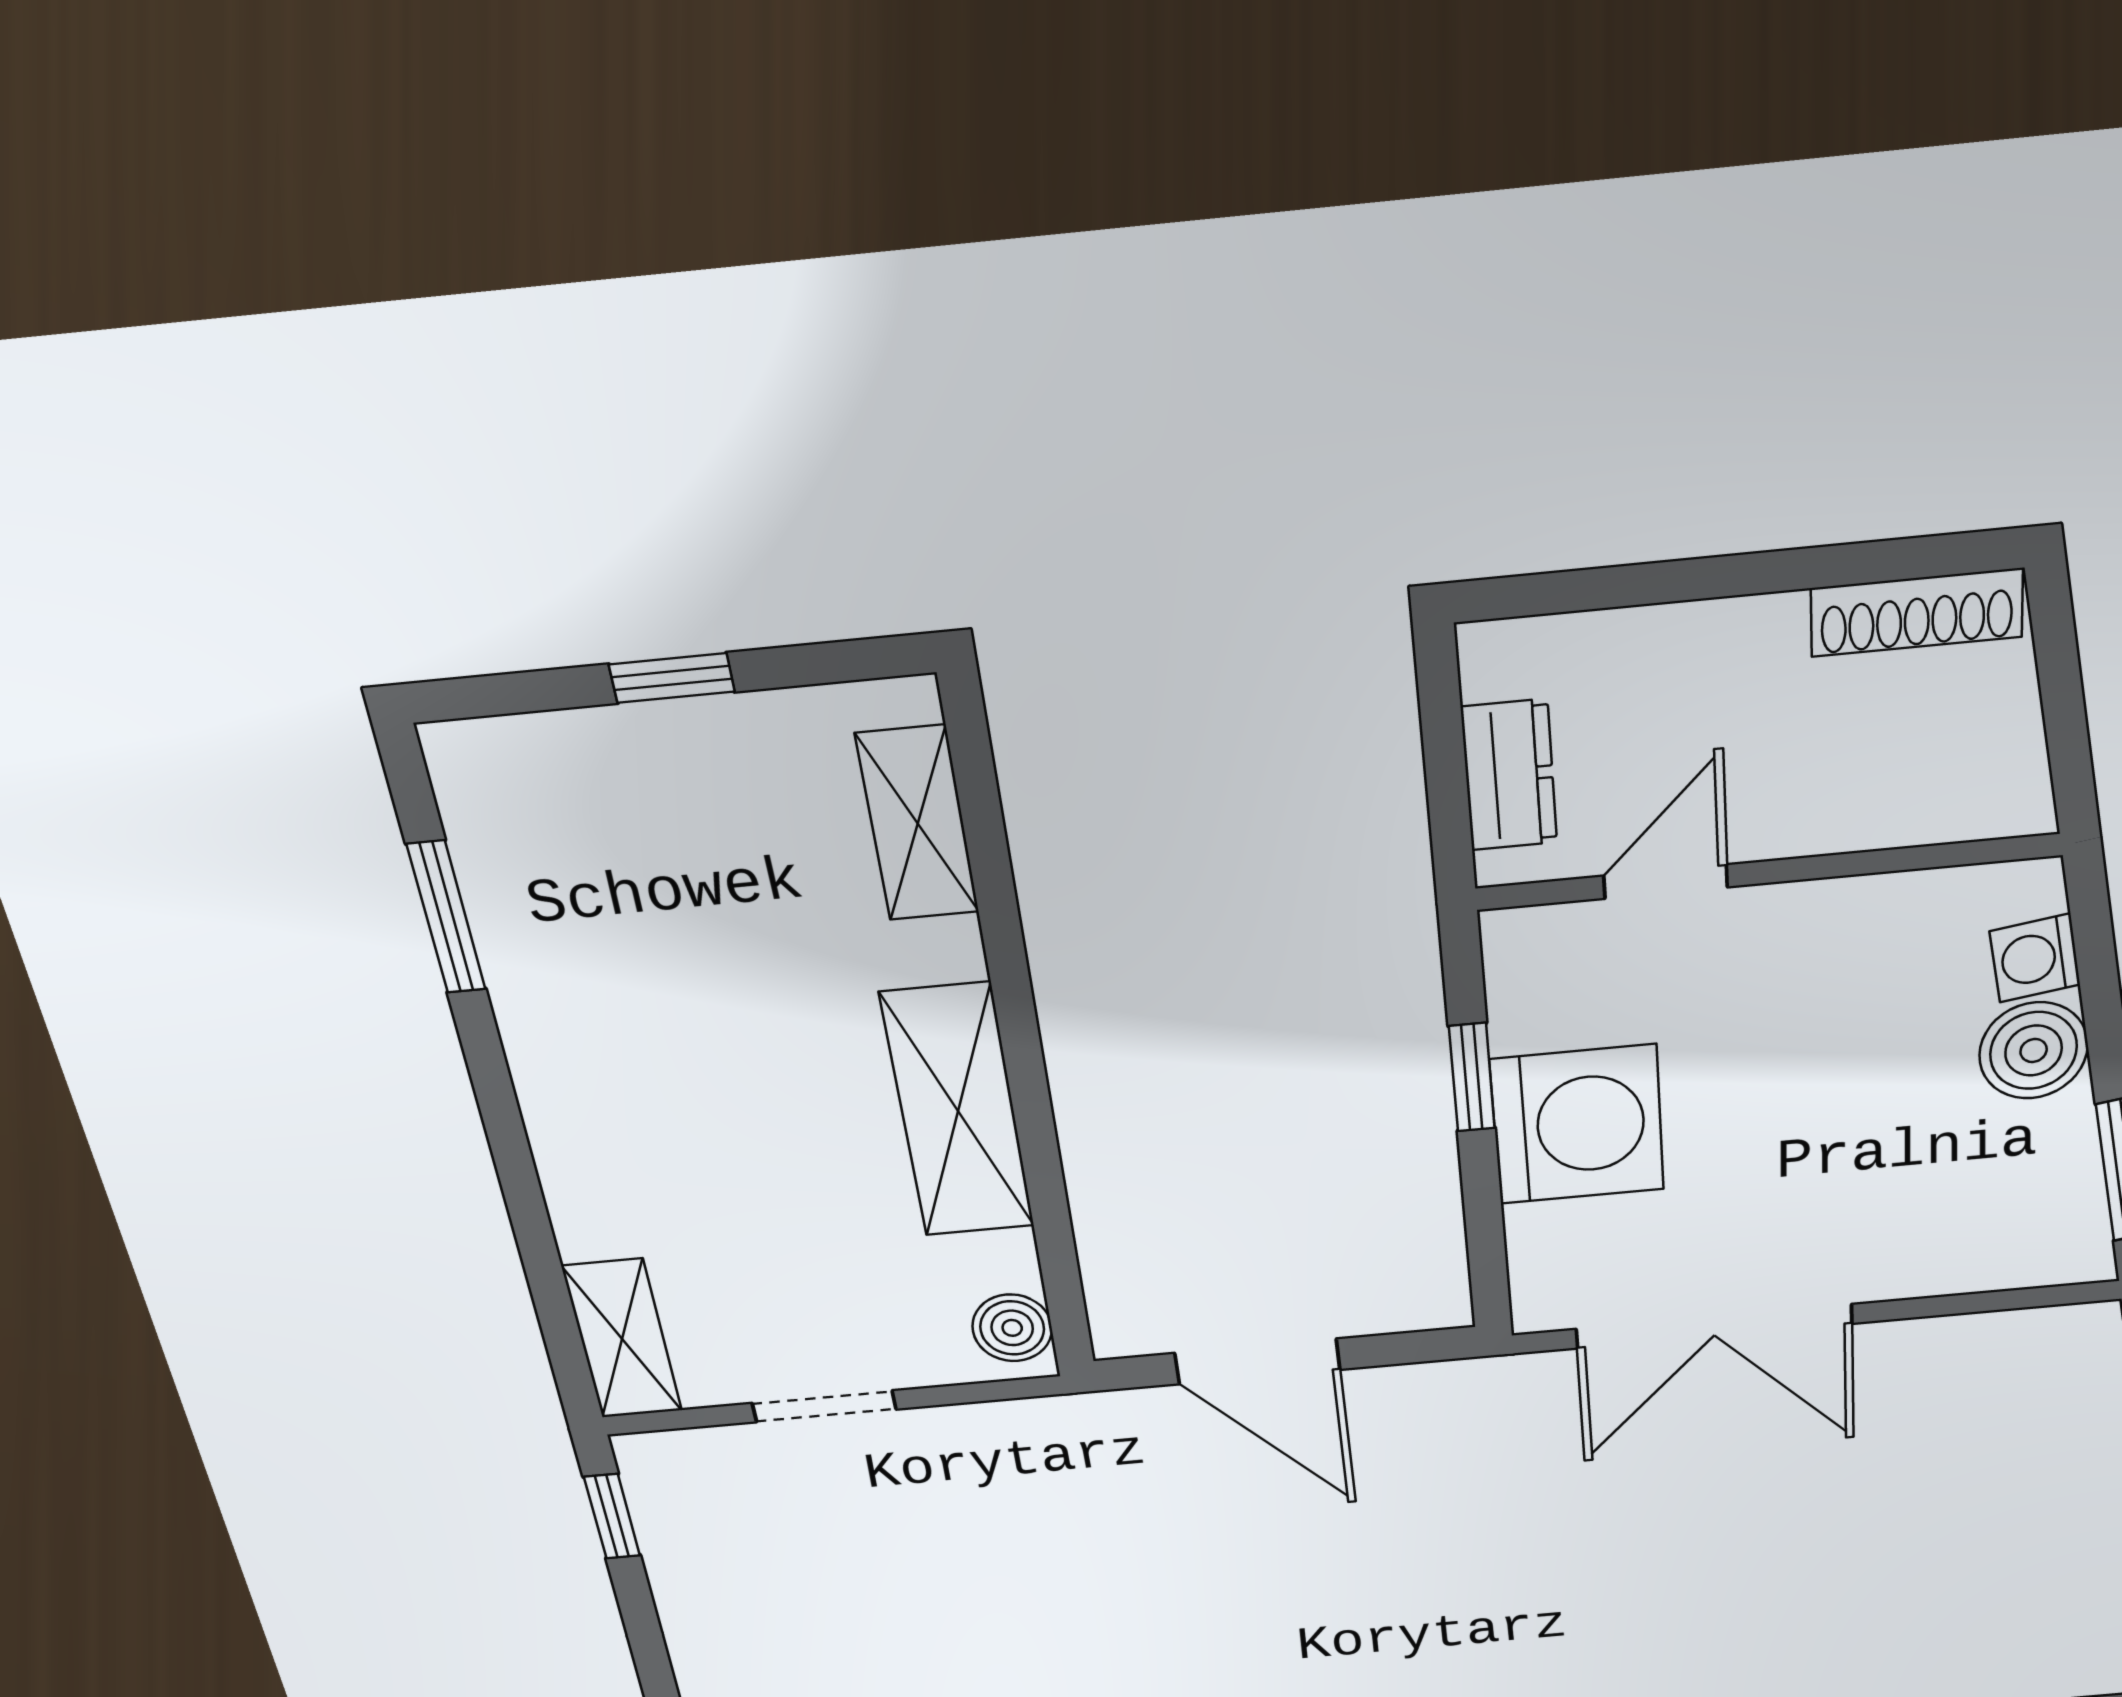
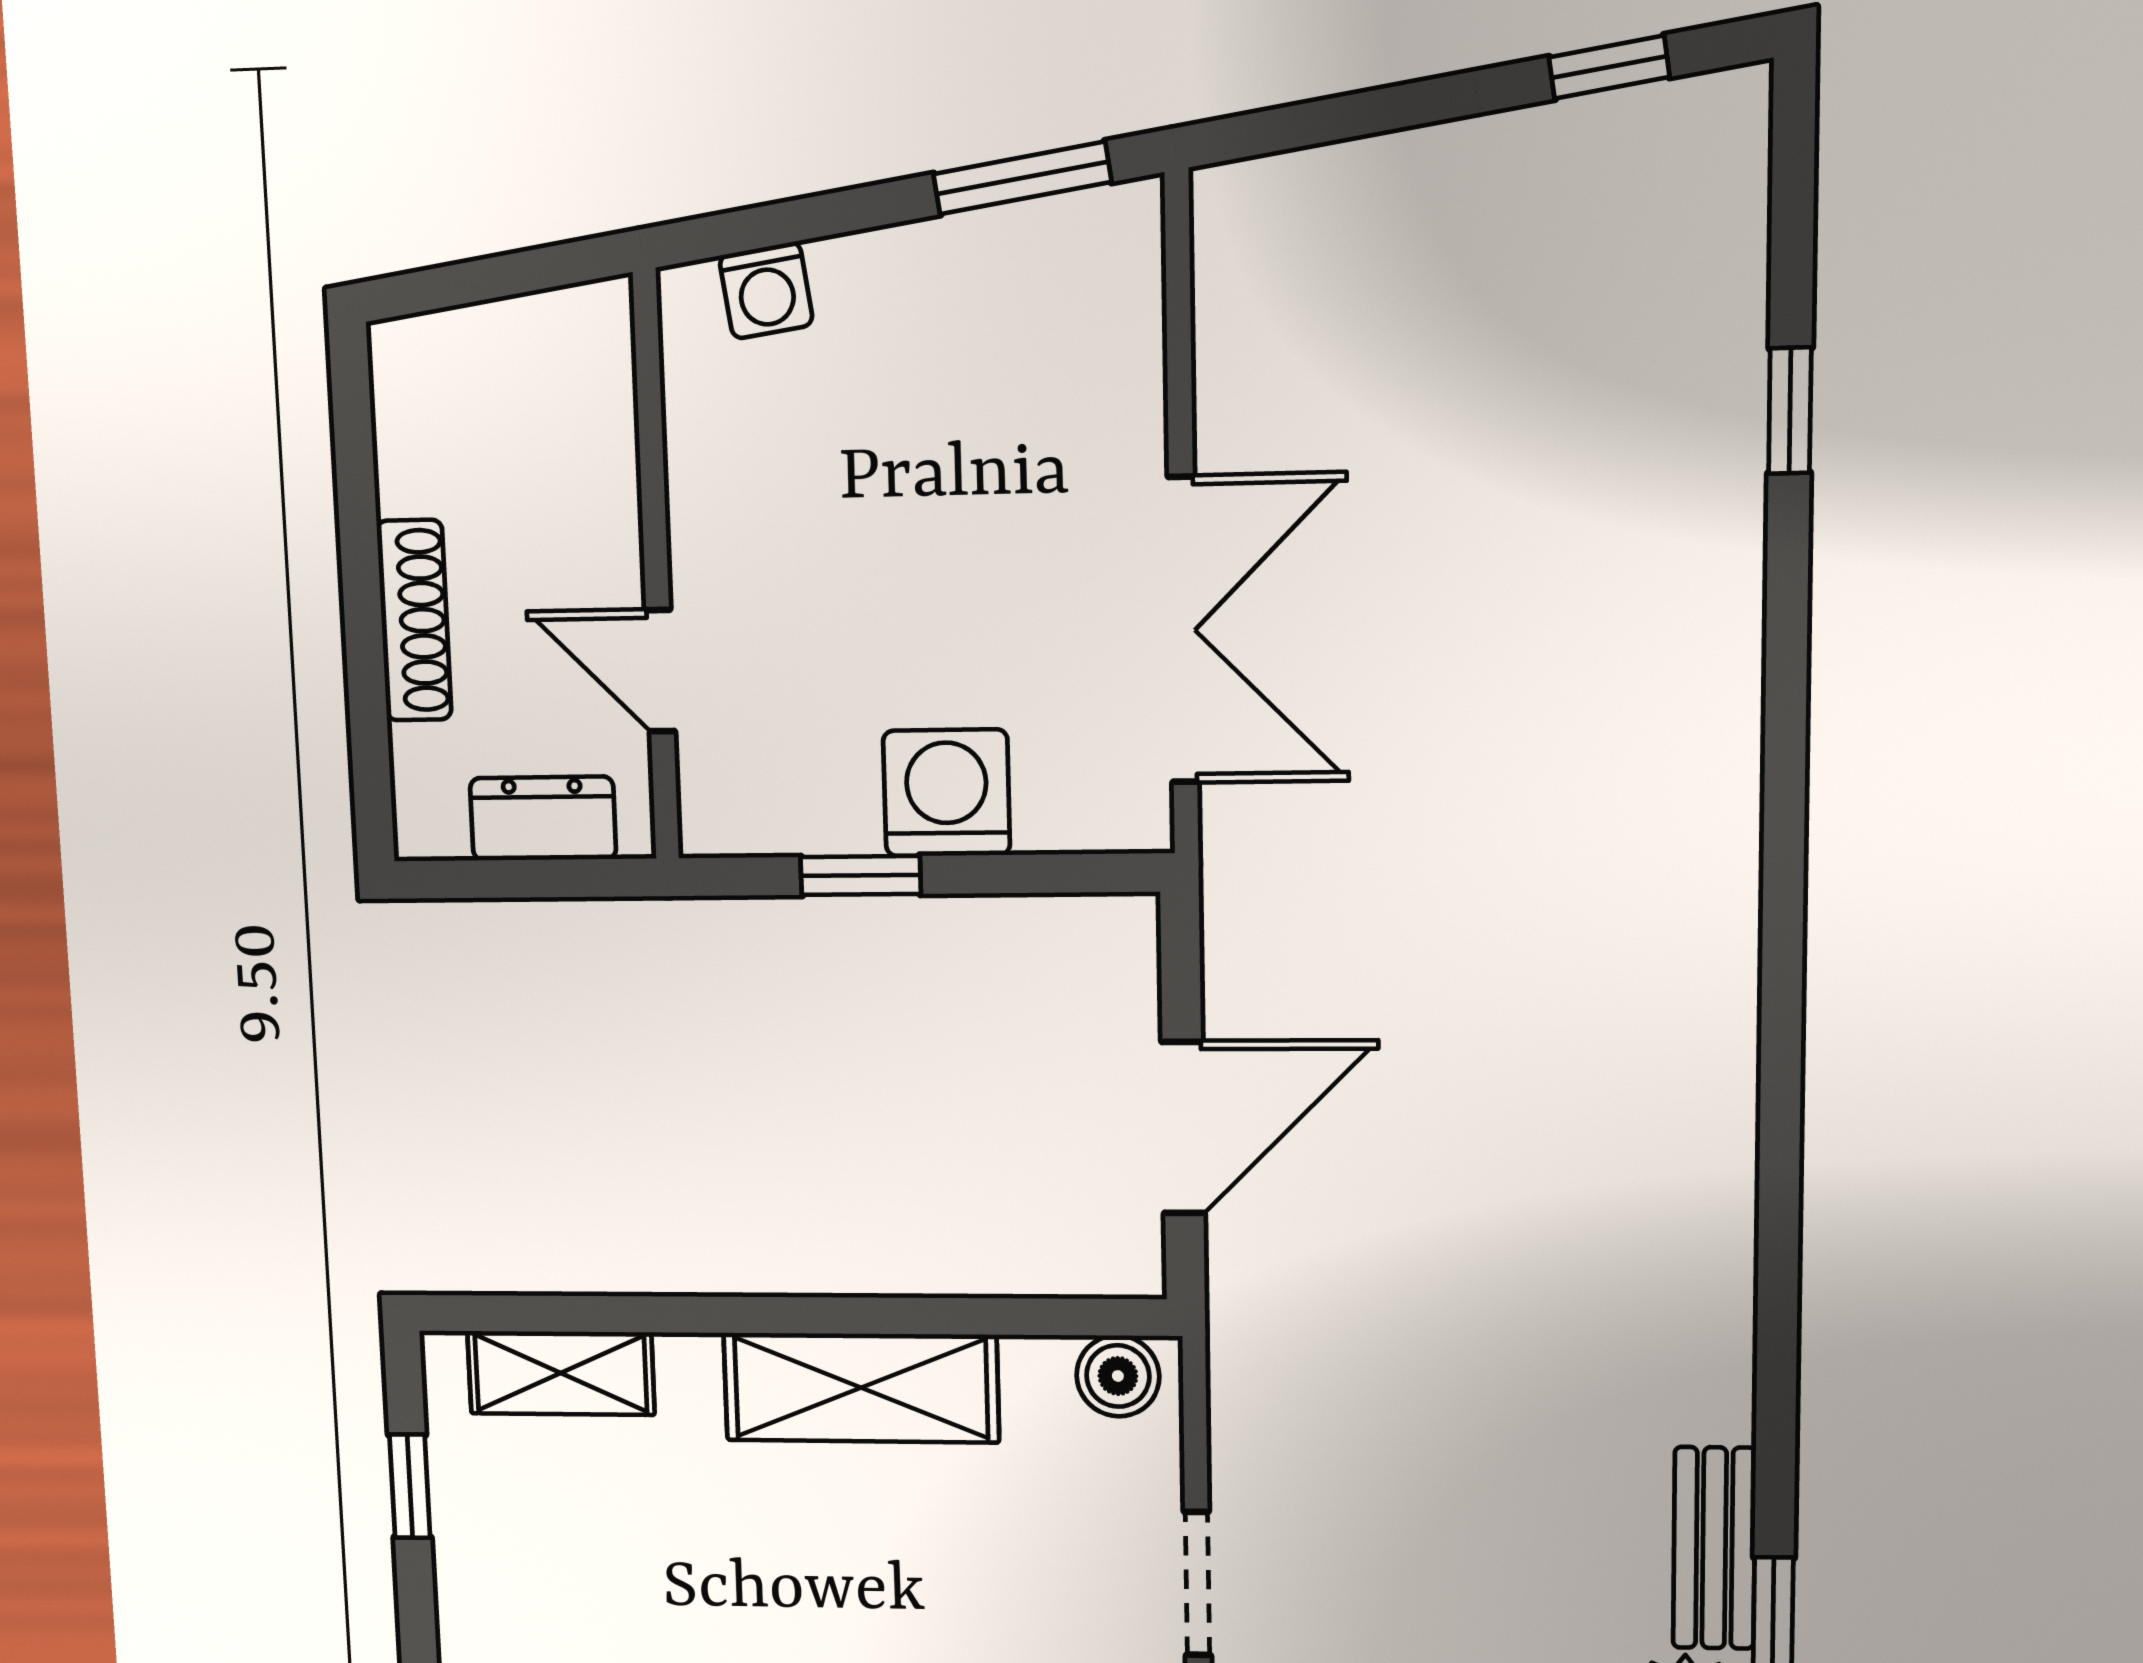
shoe rack: (1917, 613) -> (414, 620), moved
window: (672, 678) -> (410, 1486), moved
boiler: (2034, 1050) -> (872, 286), removed
washing machine: (1577, 1125) -> (947, 793), width x0.73, depth x0.73

